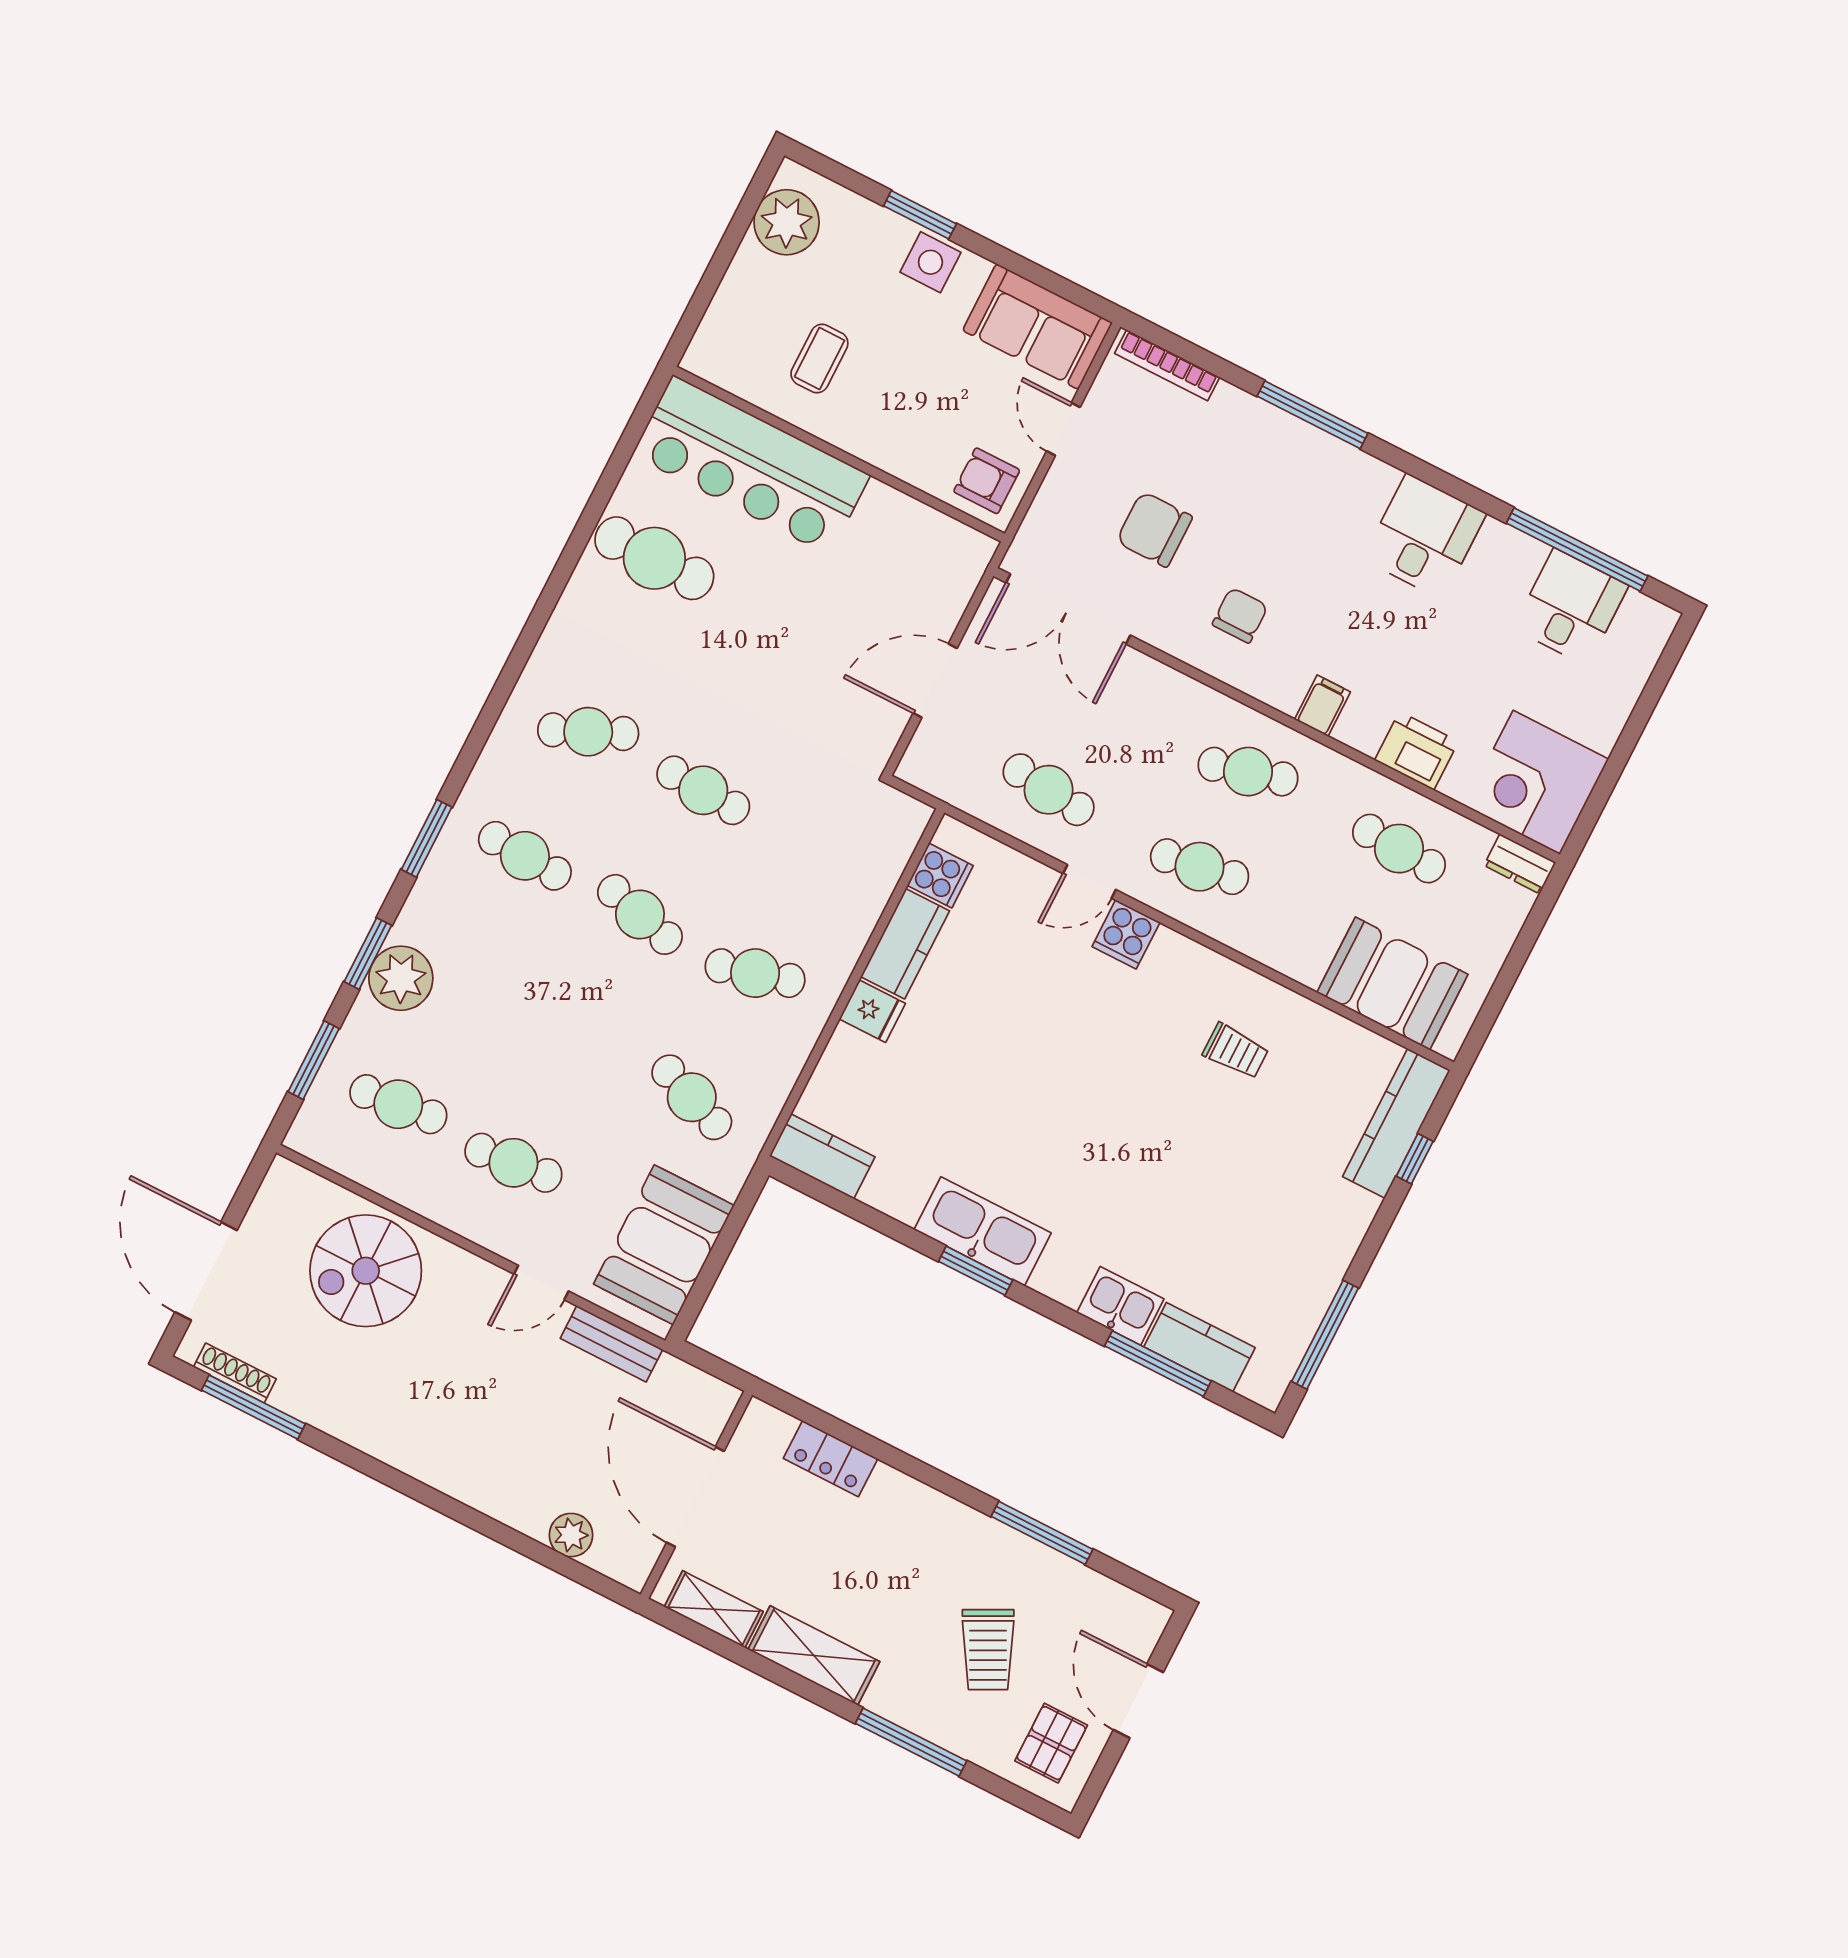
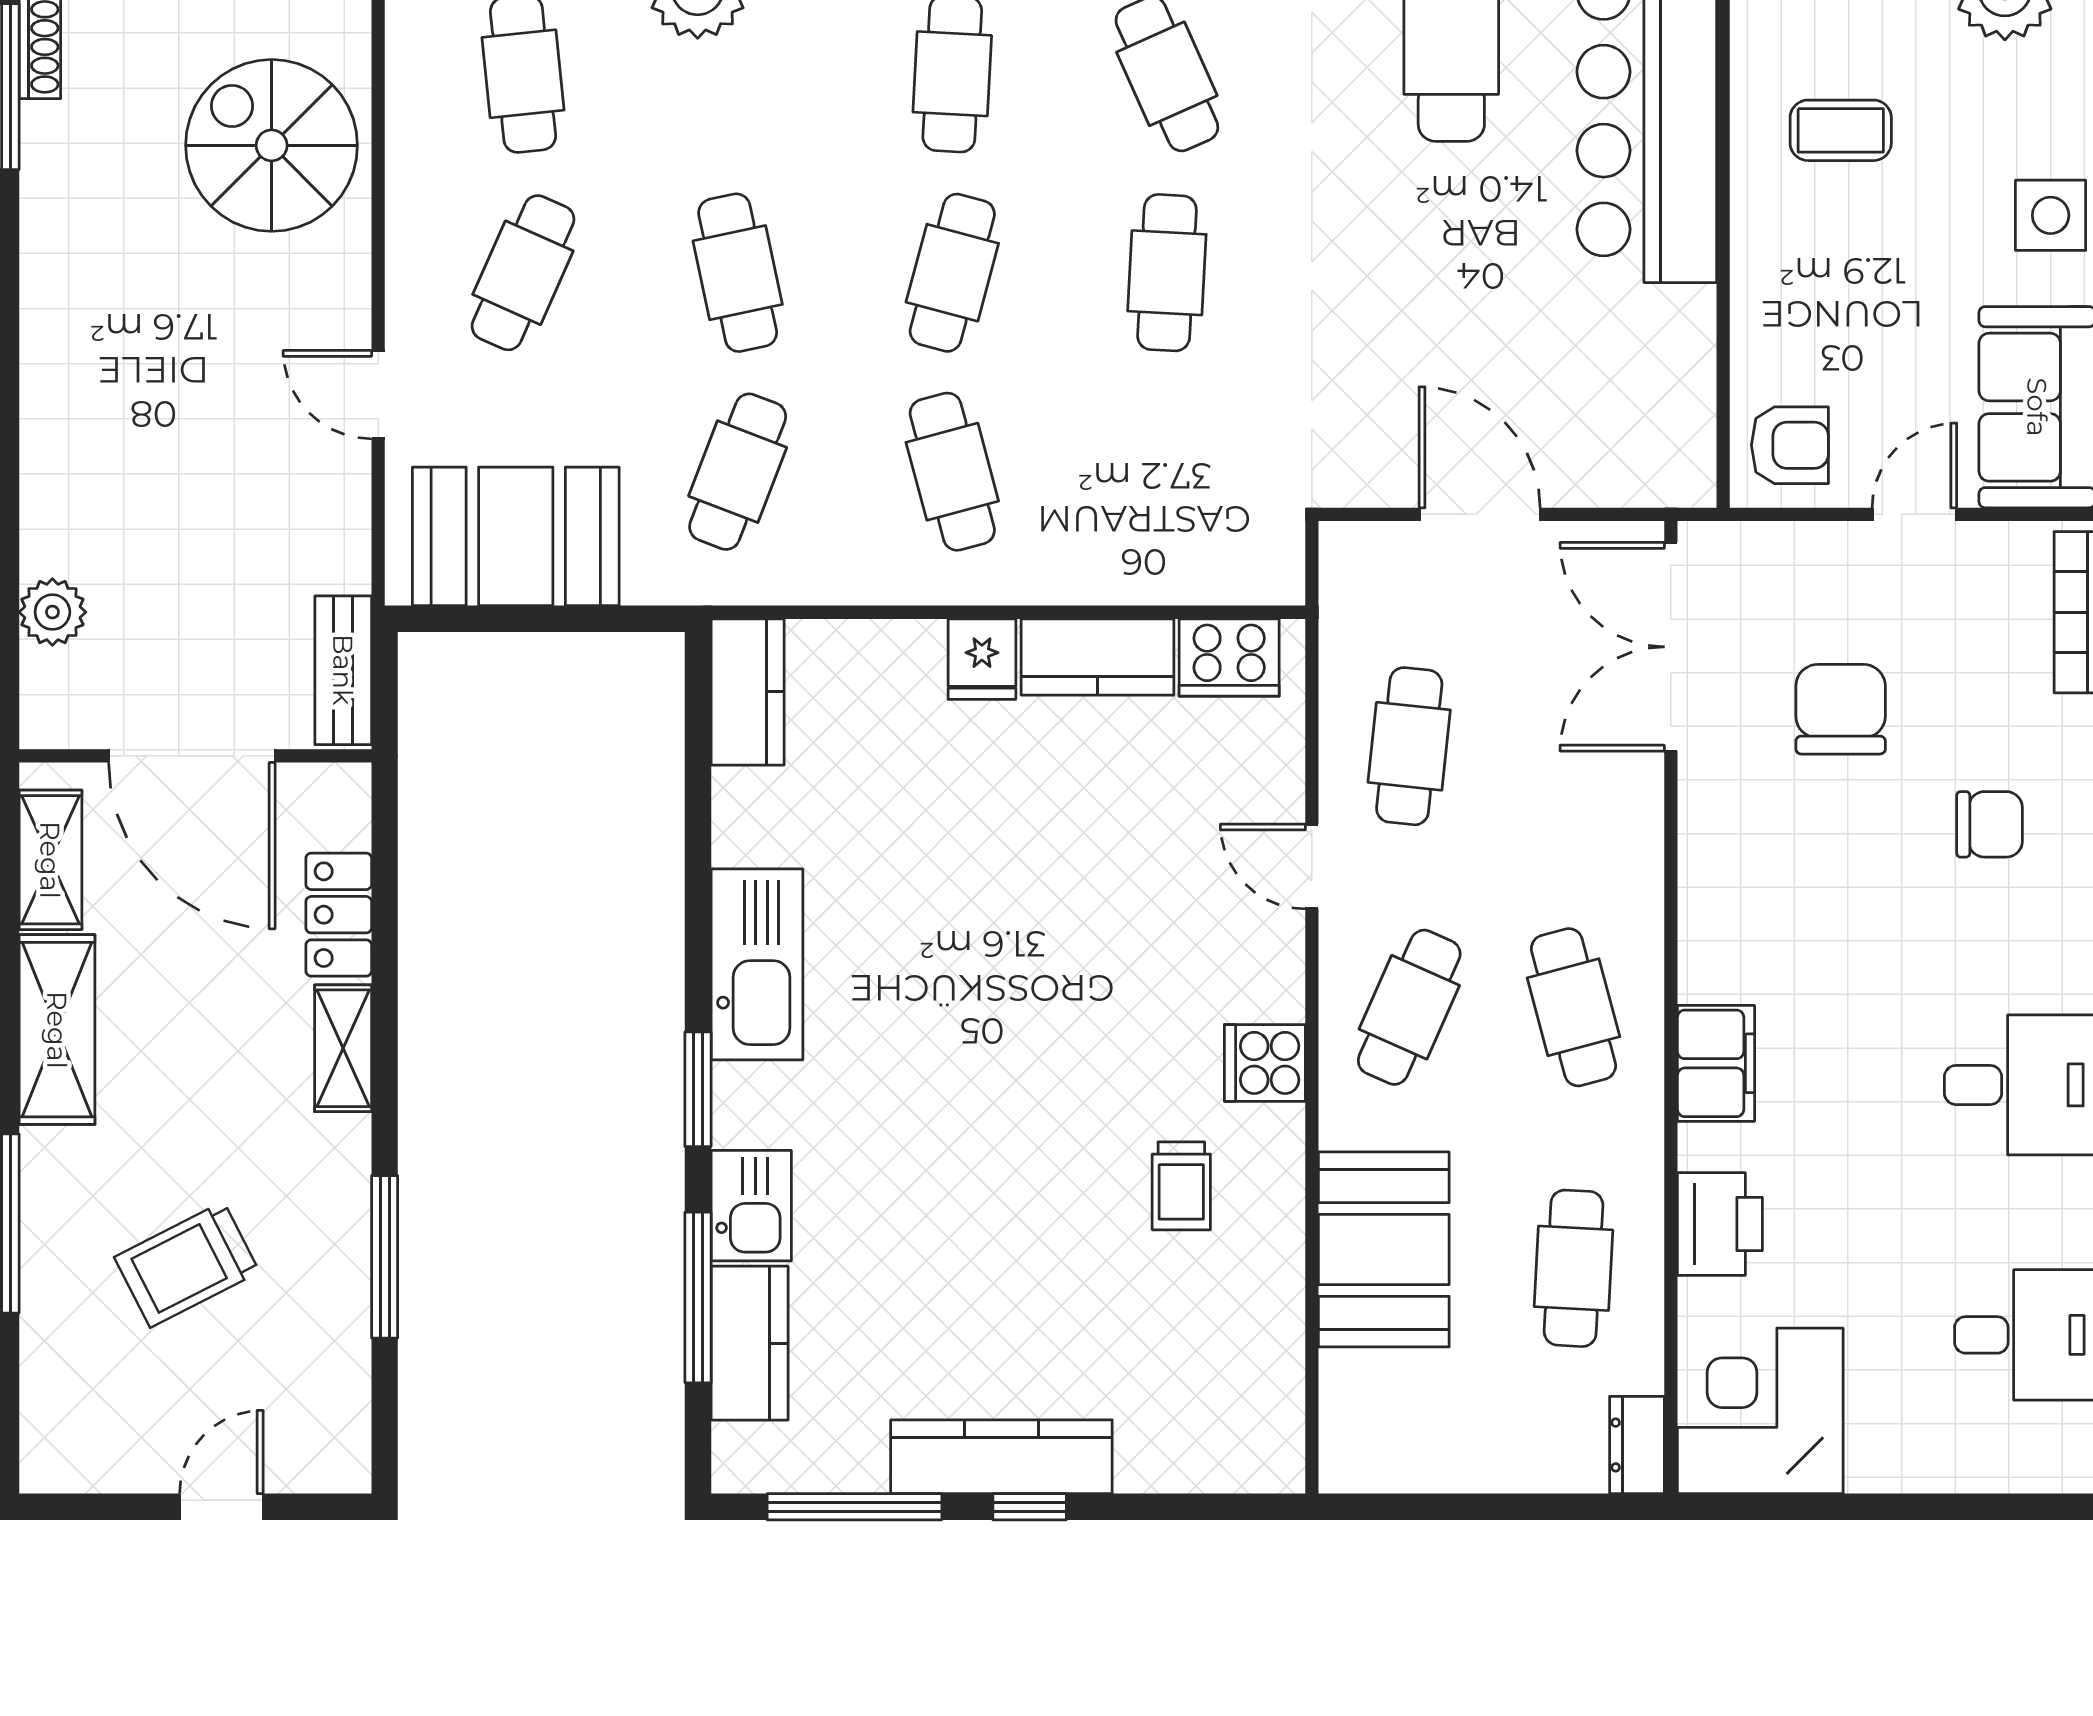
armchair: (987, 481) -> (1790, 445), turned 90
chair: (1240, 615) -> (1989, 824), moved
filing cabinet: (1322, 706) -> (1716, 1063), width x2.00
cafe table: (1200, 867) -> (1409, 1007), turned 33
cooker: (940, 875) -> (1229, 657), width x1.36
cooker: (1126, 934) -> (1265, 1063), moved
booth: (1392, 983) -> (1384, 1249), moved
cafe table: (577, 1039) -> (738, 273), added
kitchen counter: (1396, 1123) -> (1001, 1457), moved
window: (1415, 1159) -> (1030, 1507), moved
cafe table: (513, 1163) -> (523, 273), turned 30
window: (976, 1271) -> (698, 1089), moved
bench: (611, 1344) -> (343, 670), moved
shelving: (909, 1495) -> (343, 1048), added
door: (695, 1497) -> (192, 756), swing flipped
door: (1138, 1701) -> (221, 1507), width x0.73
pallet: (1051, 1743) -> (103, 1416), removed

